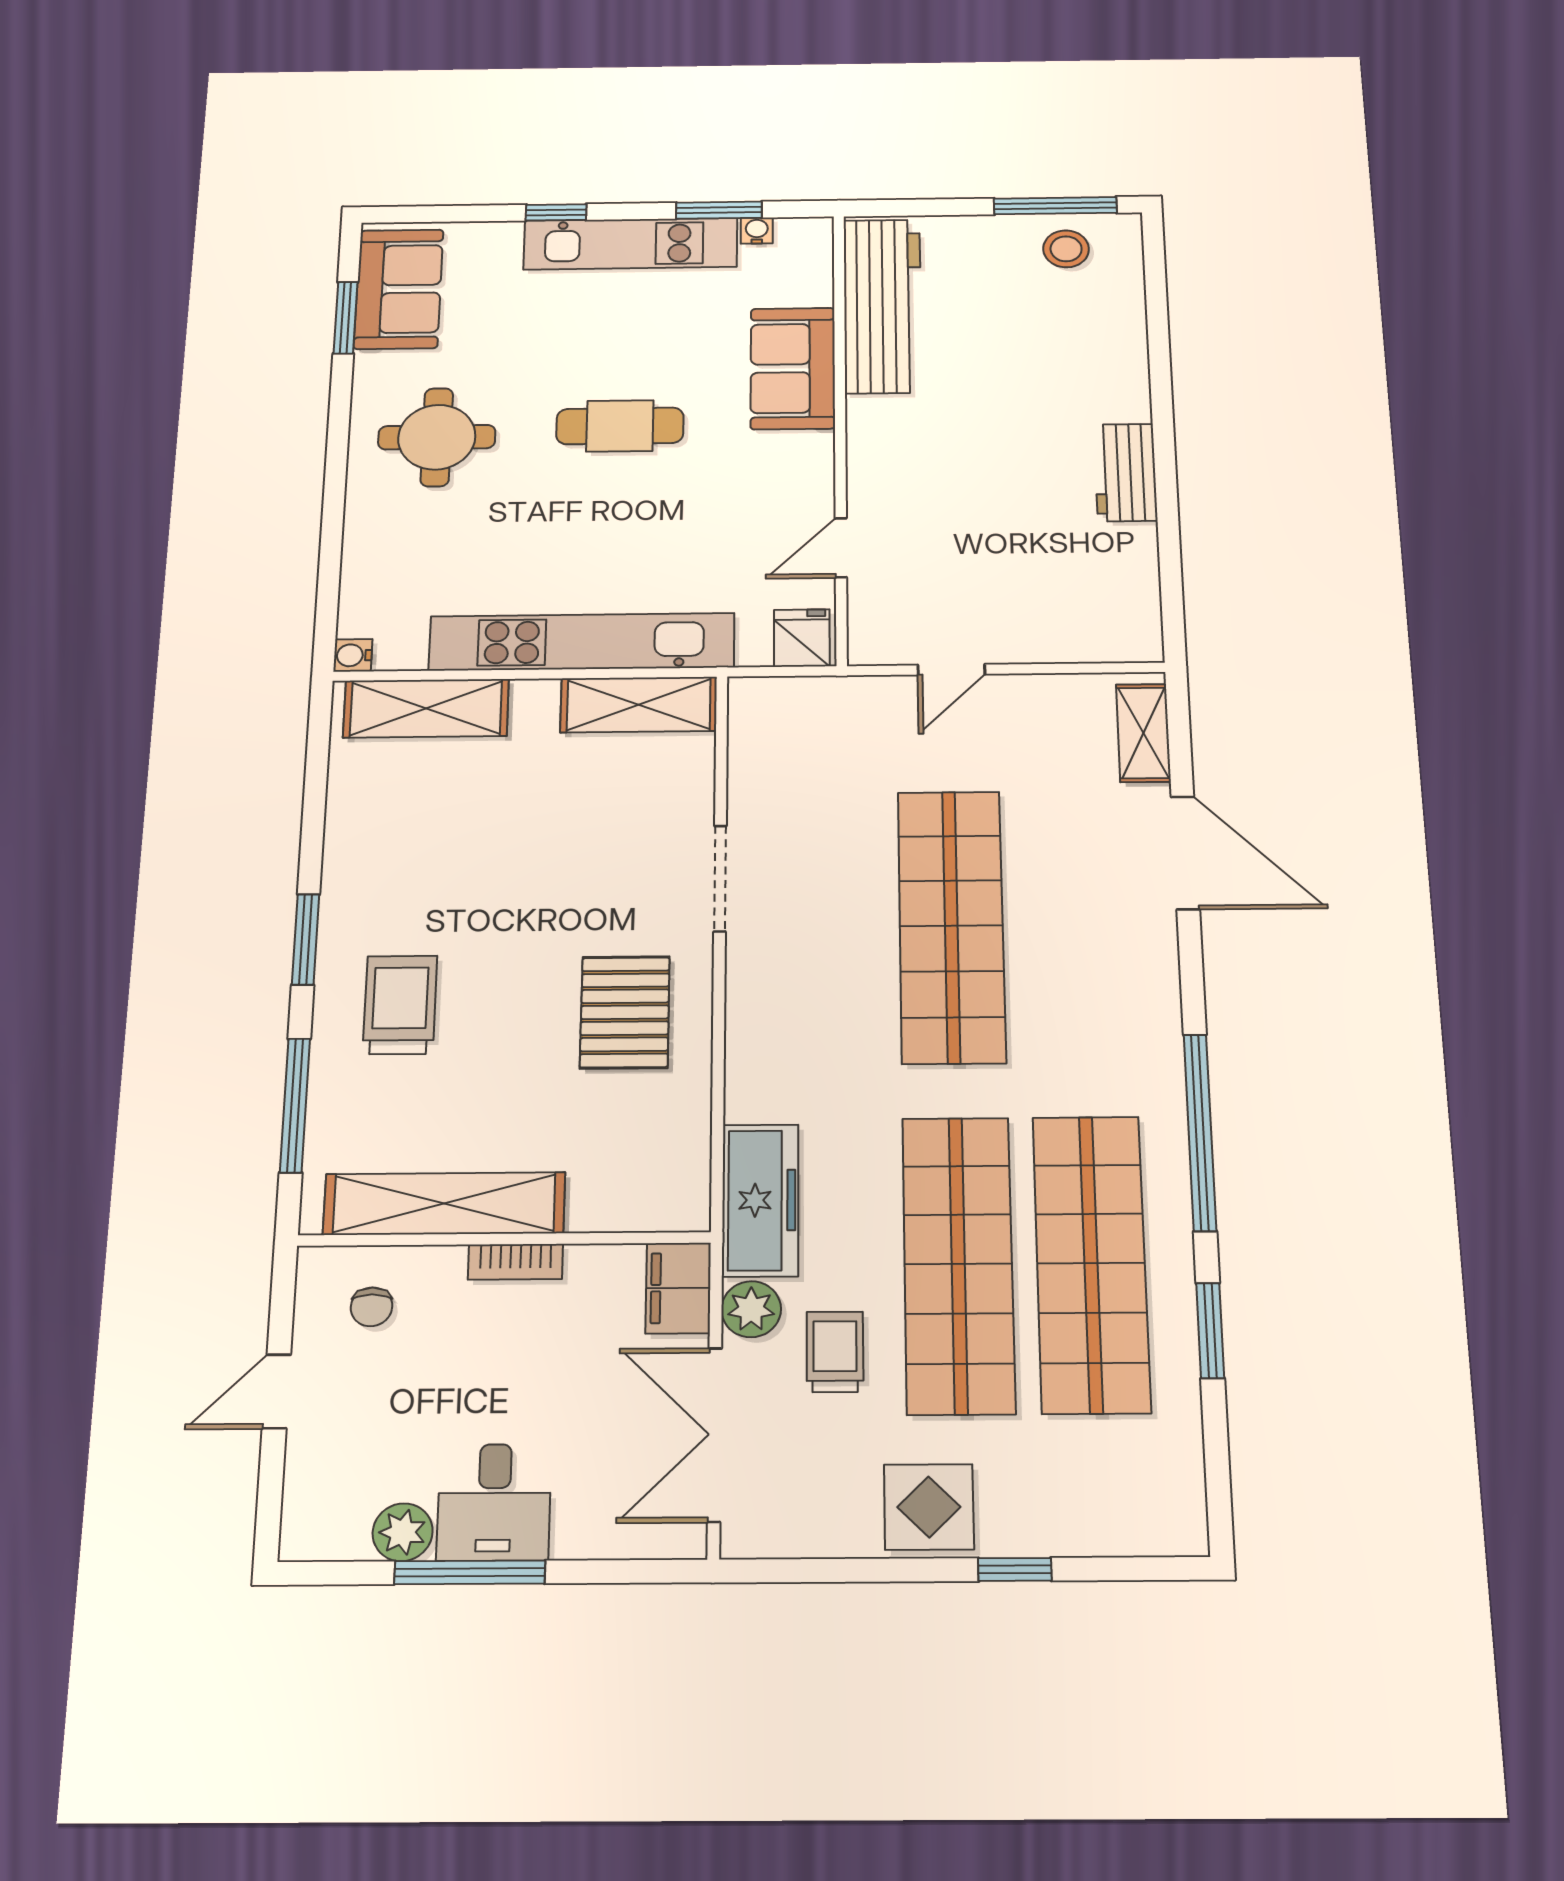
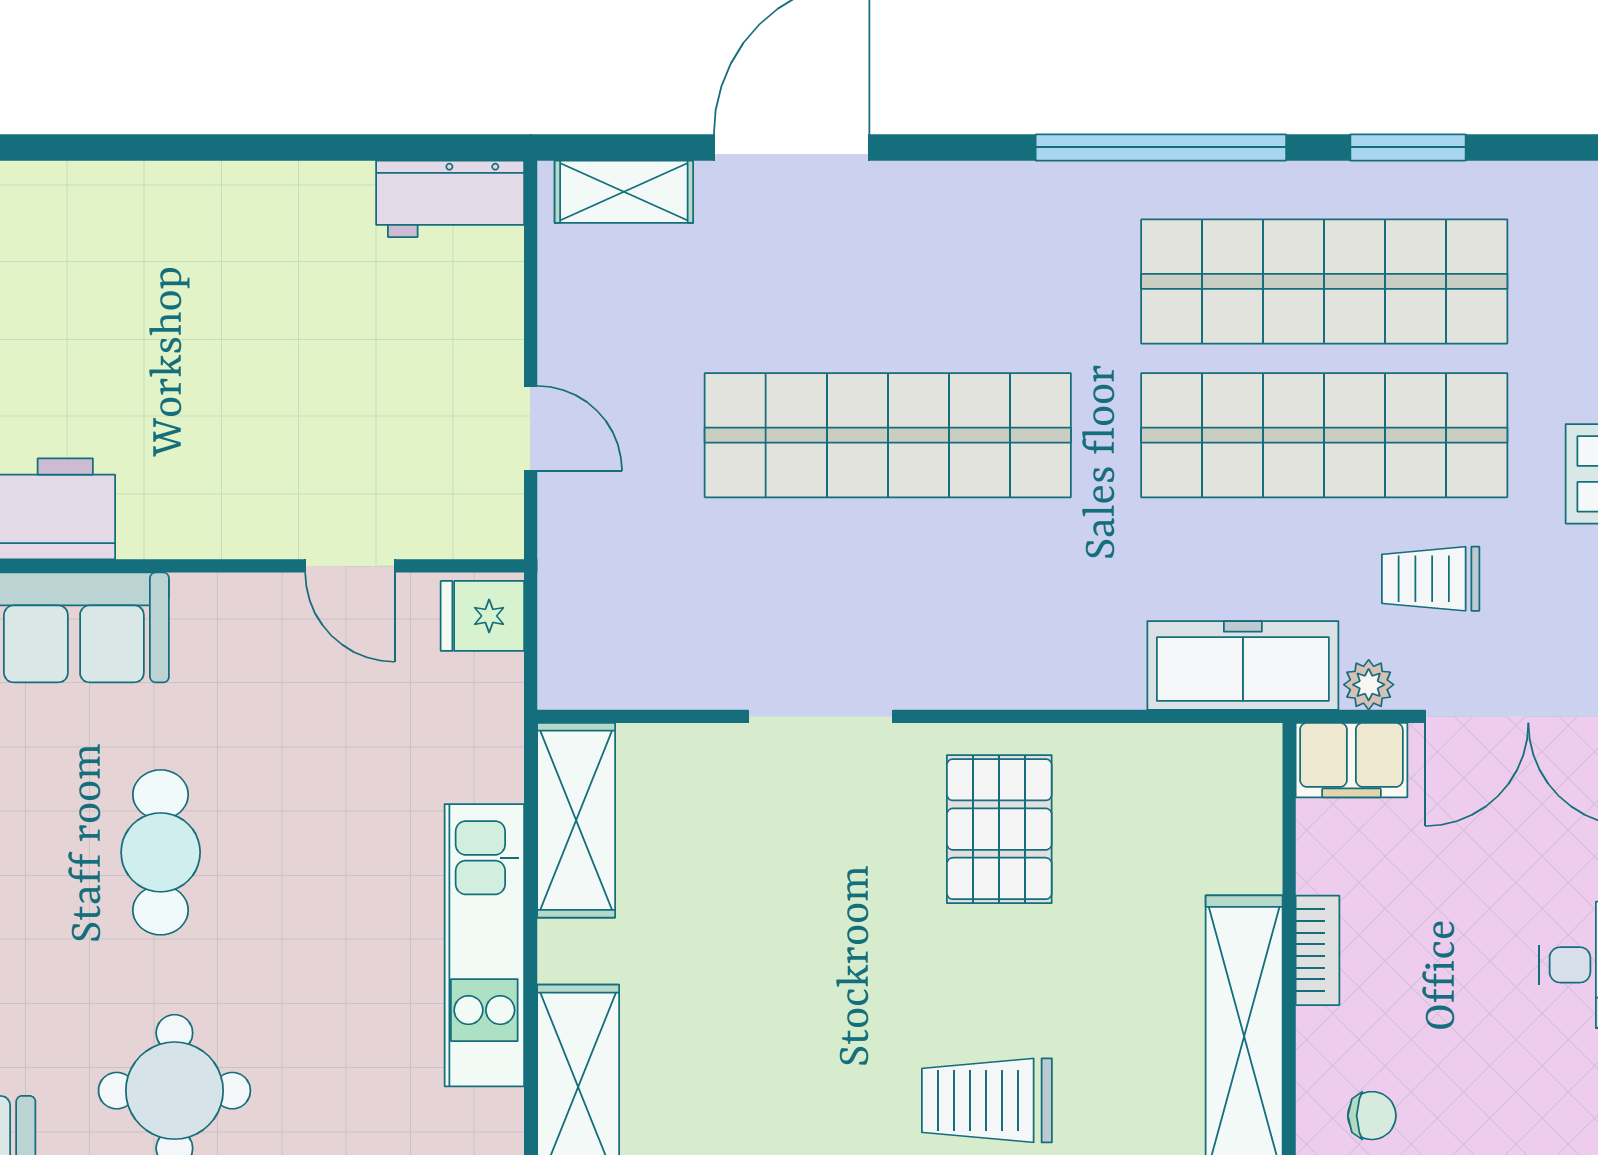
workbench: (1126, 472) -> (450, 199), moved
kitchen unit: (582, 642) -> (484, 945), width x0.73
pallet: (625, 1012) -> (999, 829), turned 90
plant: (751, 1309) -> (1369, 685), width x0.73, depth x0.73

